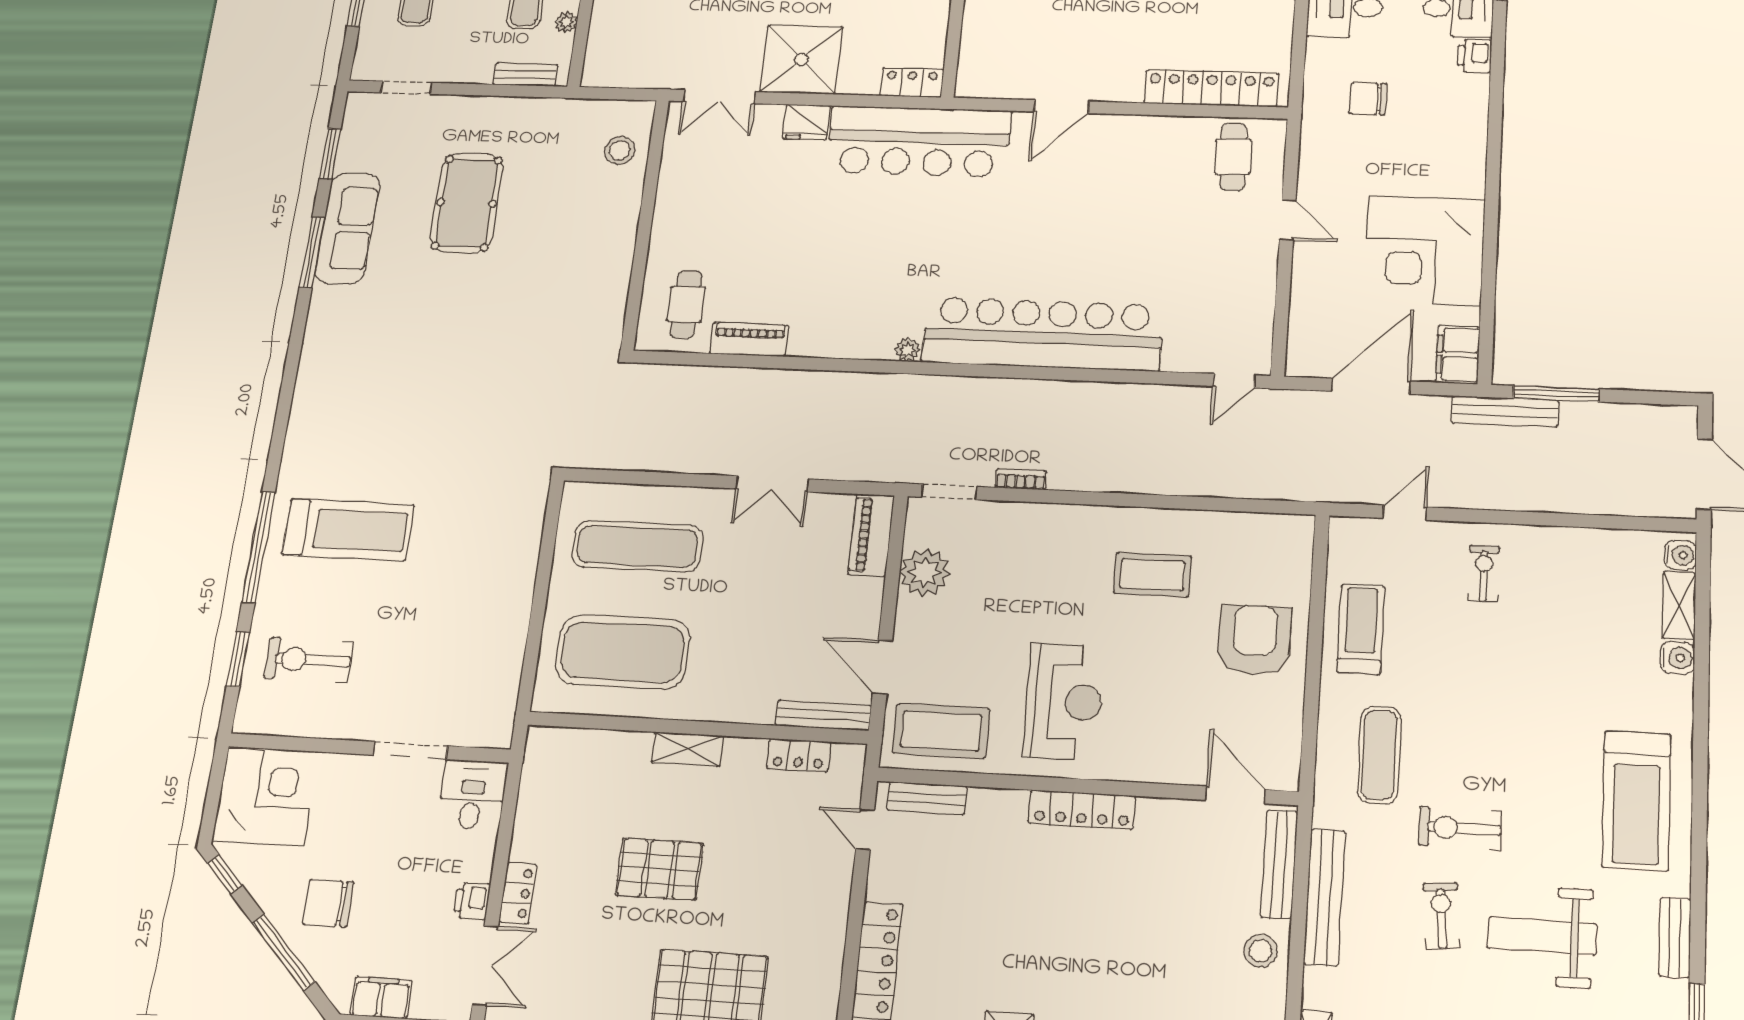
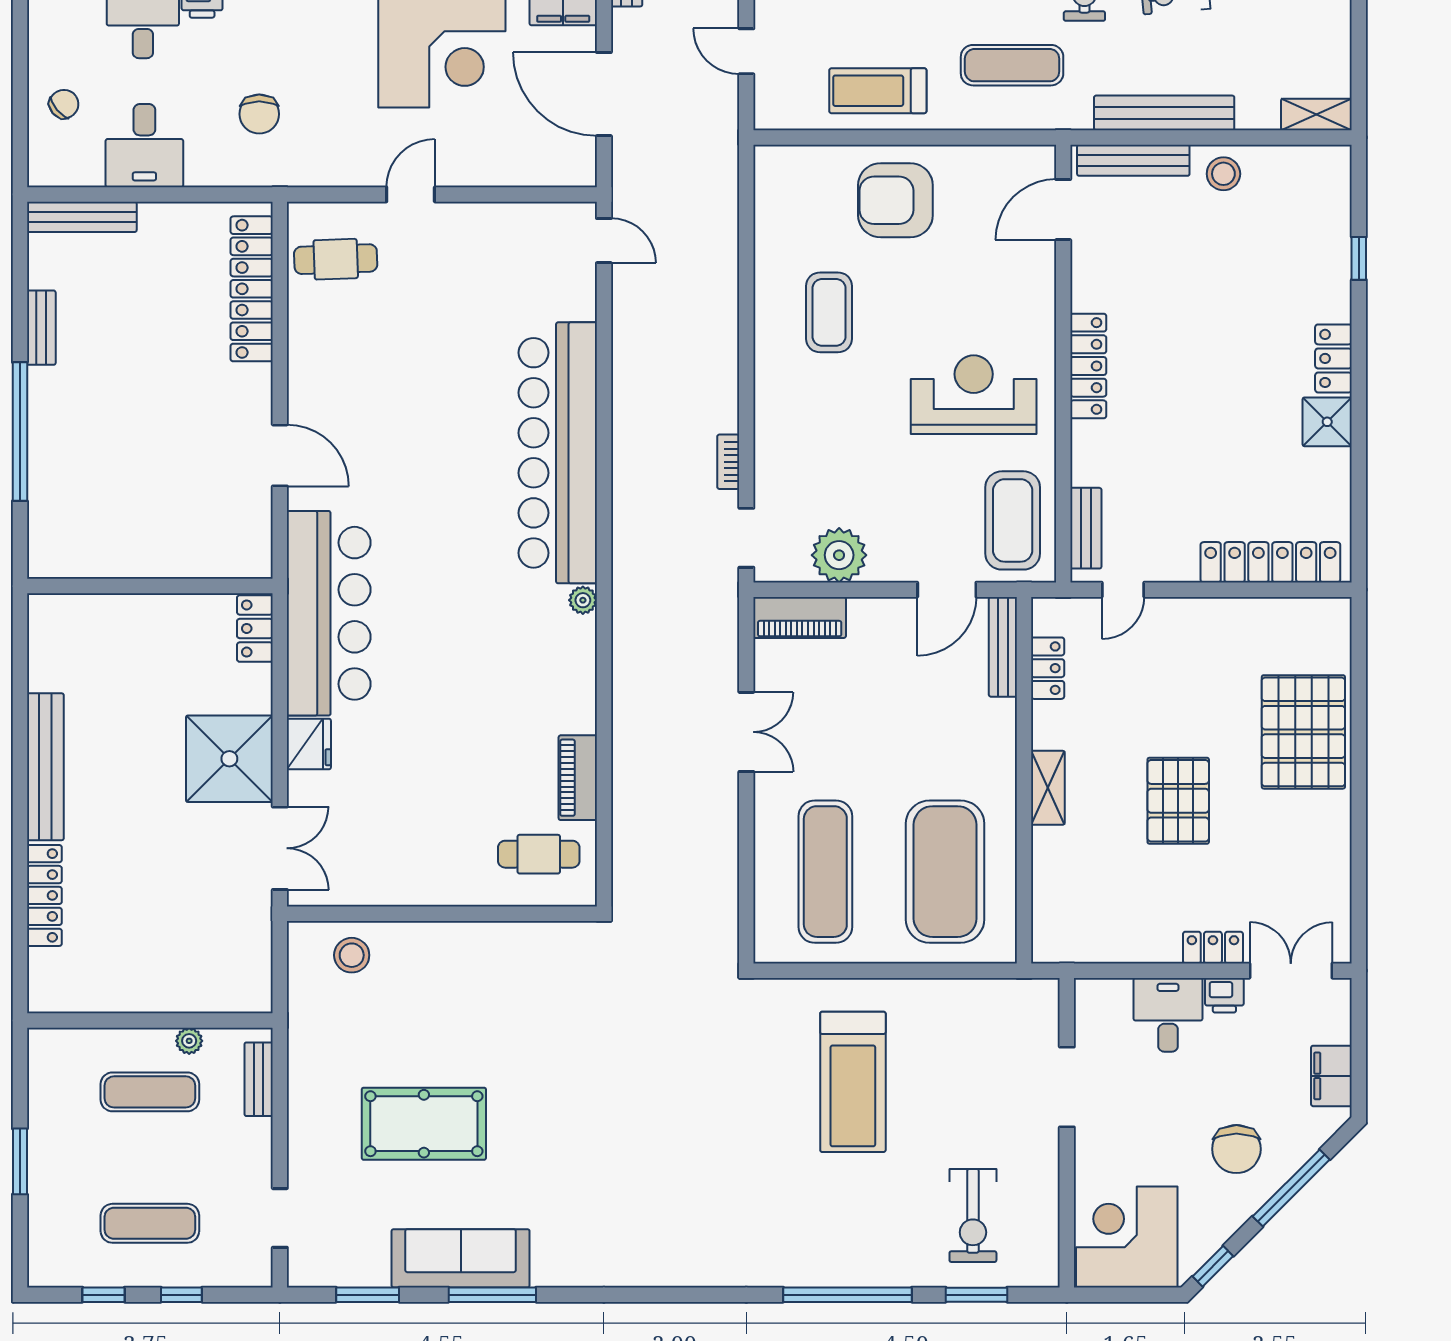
treadmill: (348, 530) -> (853, 1082), moved, turned 180
desk: (472, 795) -> (1168, 1015), moved, turned 90

